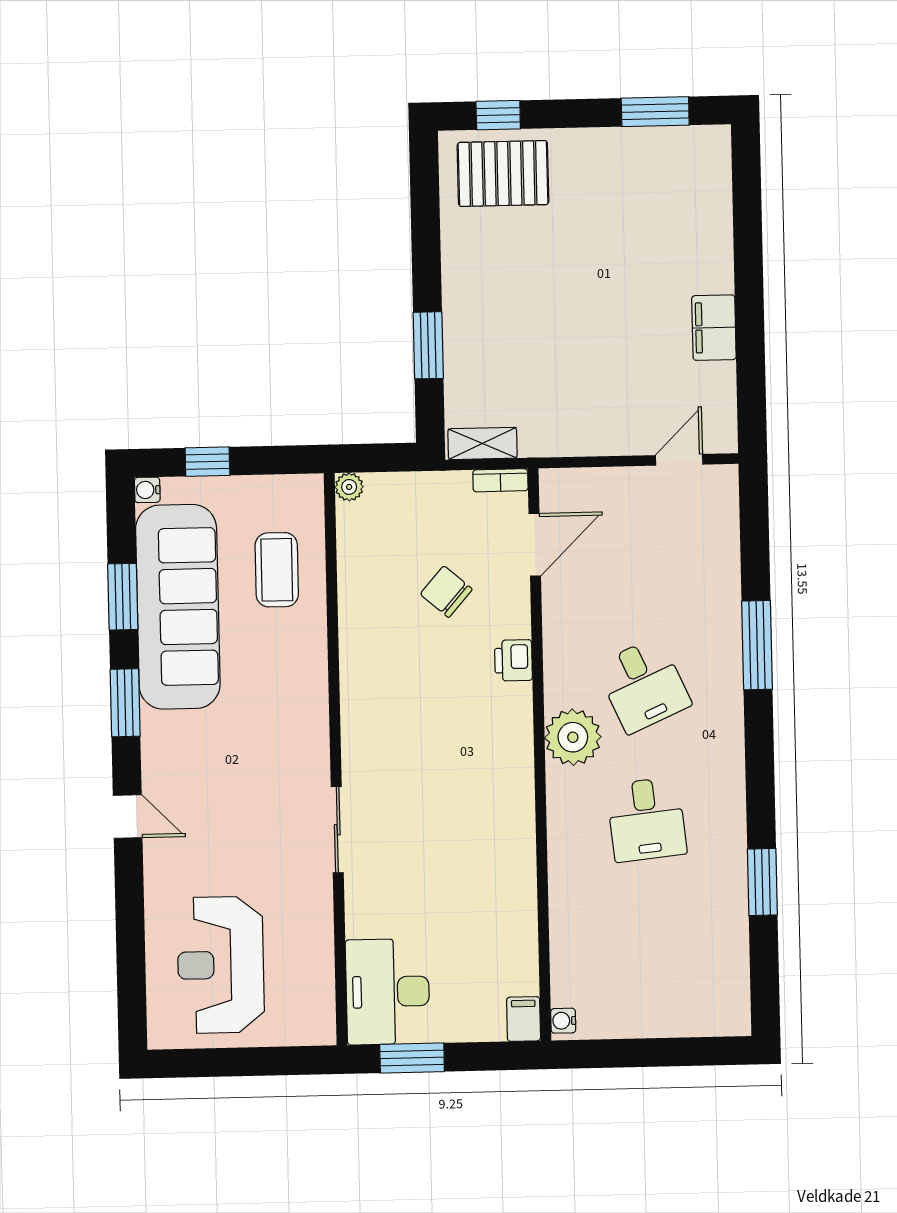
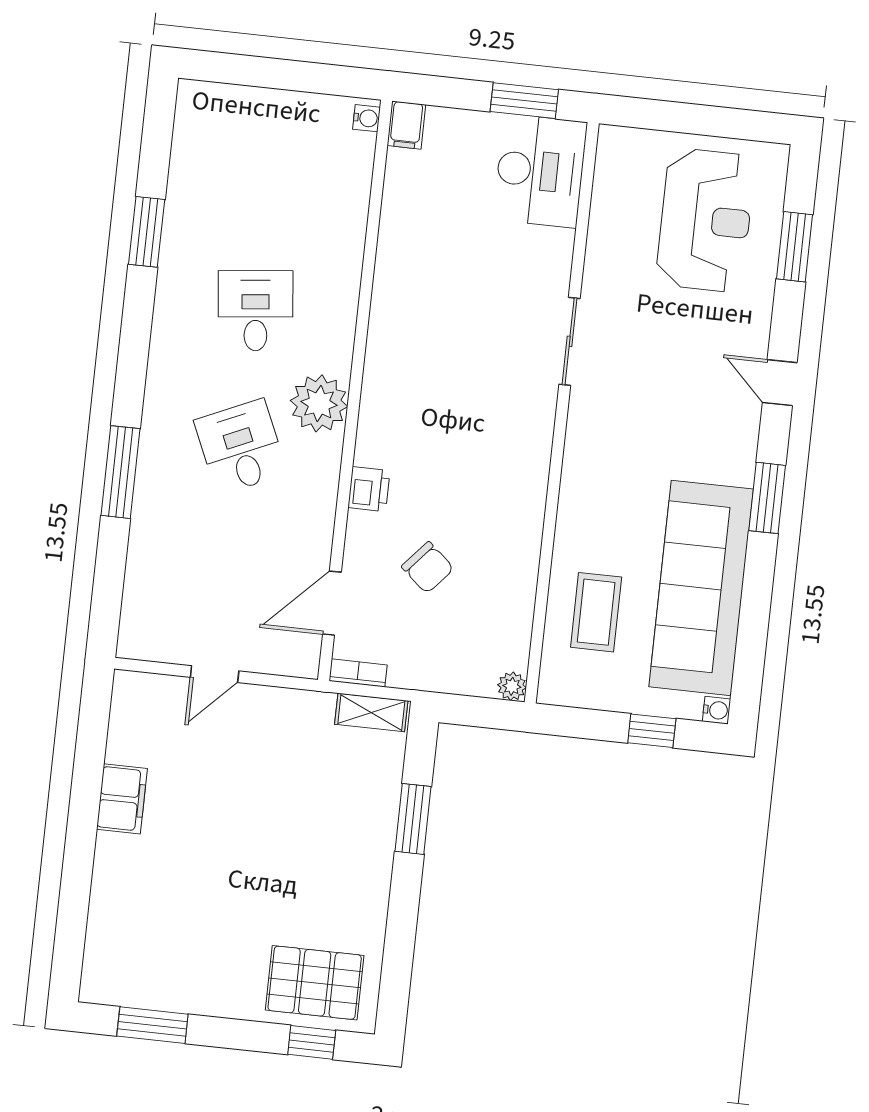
door: (679, 460) -> (215, 674), moved
window: (123, 597) -> (794, 247), moved

